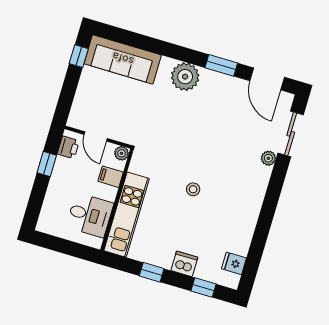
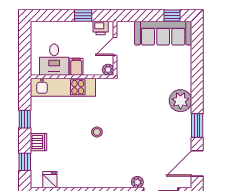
sofa: (123, 59) -> (163, 33), moved, turned -90
filing cabinet: (111, 177) -> (76, 67), moved

